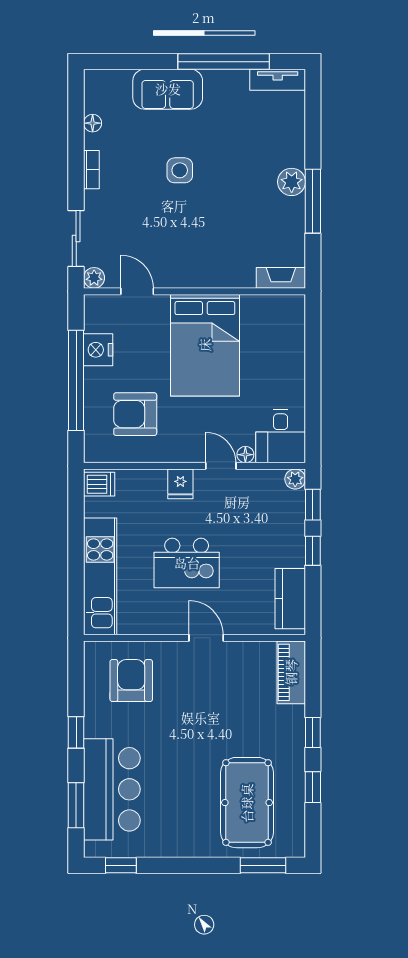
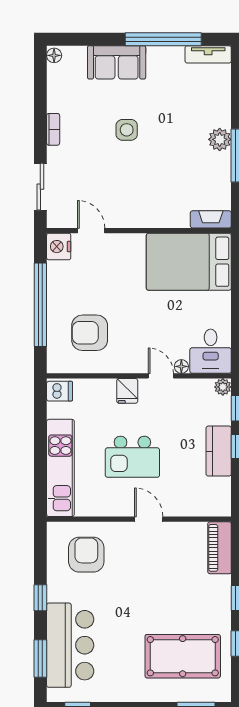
floor lamp: (93, 123) -> (54, 55), moved
plant: (94, 278) -> (55, 219), removed
bed: (205, 345) -> (189, 262), moved, turned 90
nightstand: (98, 350) -> (59, 247), moved
kitchen counter: (290, 599) -> (219, 451), moved
pool table: (247, 803) -> (183, 656), turned 90

